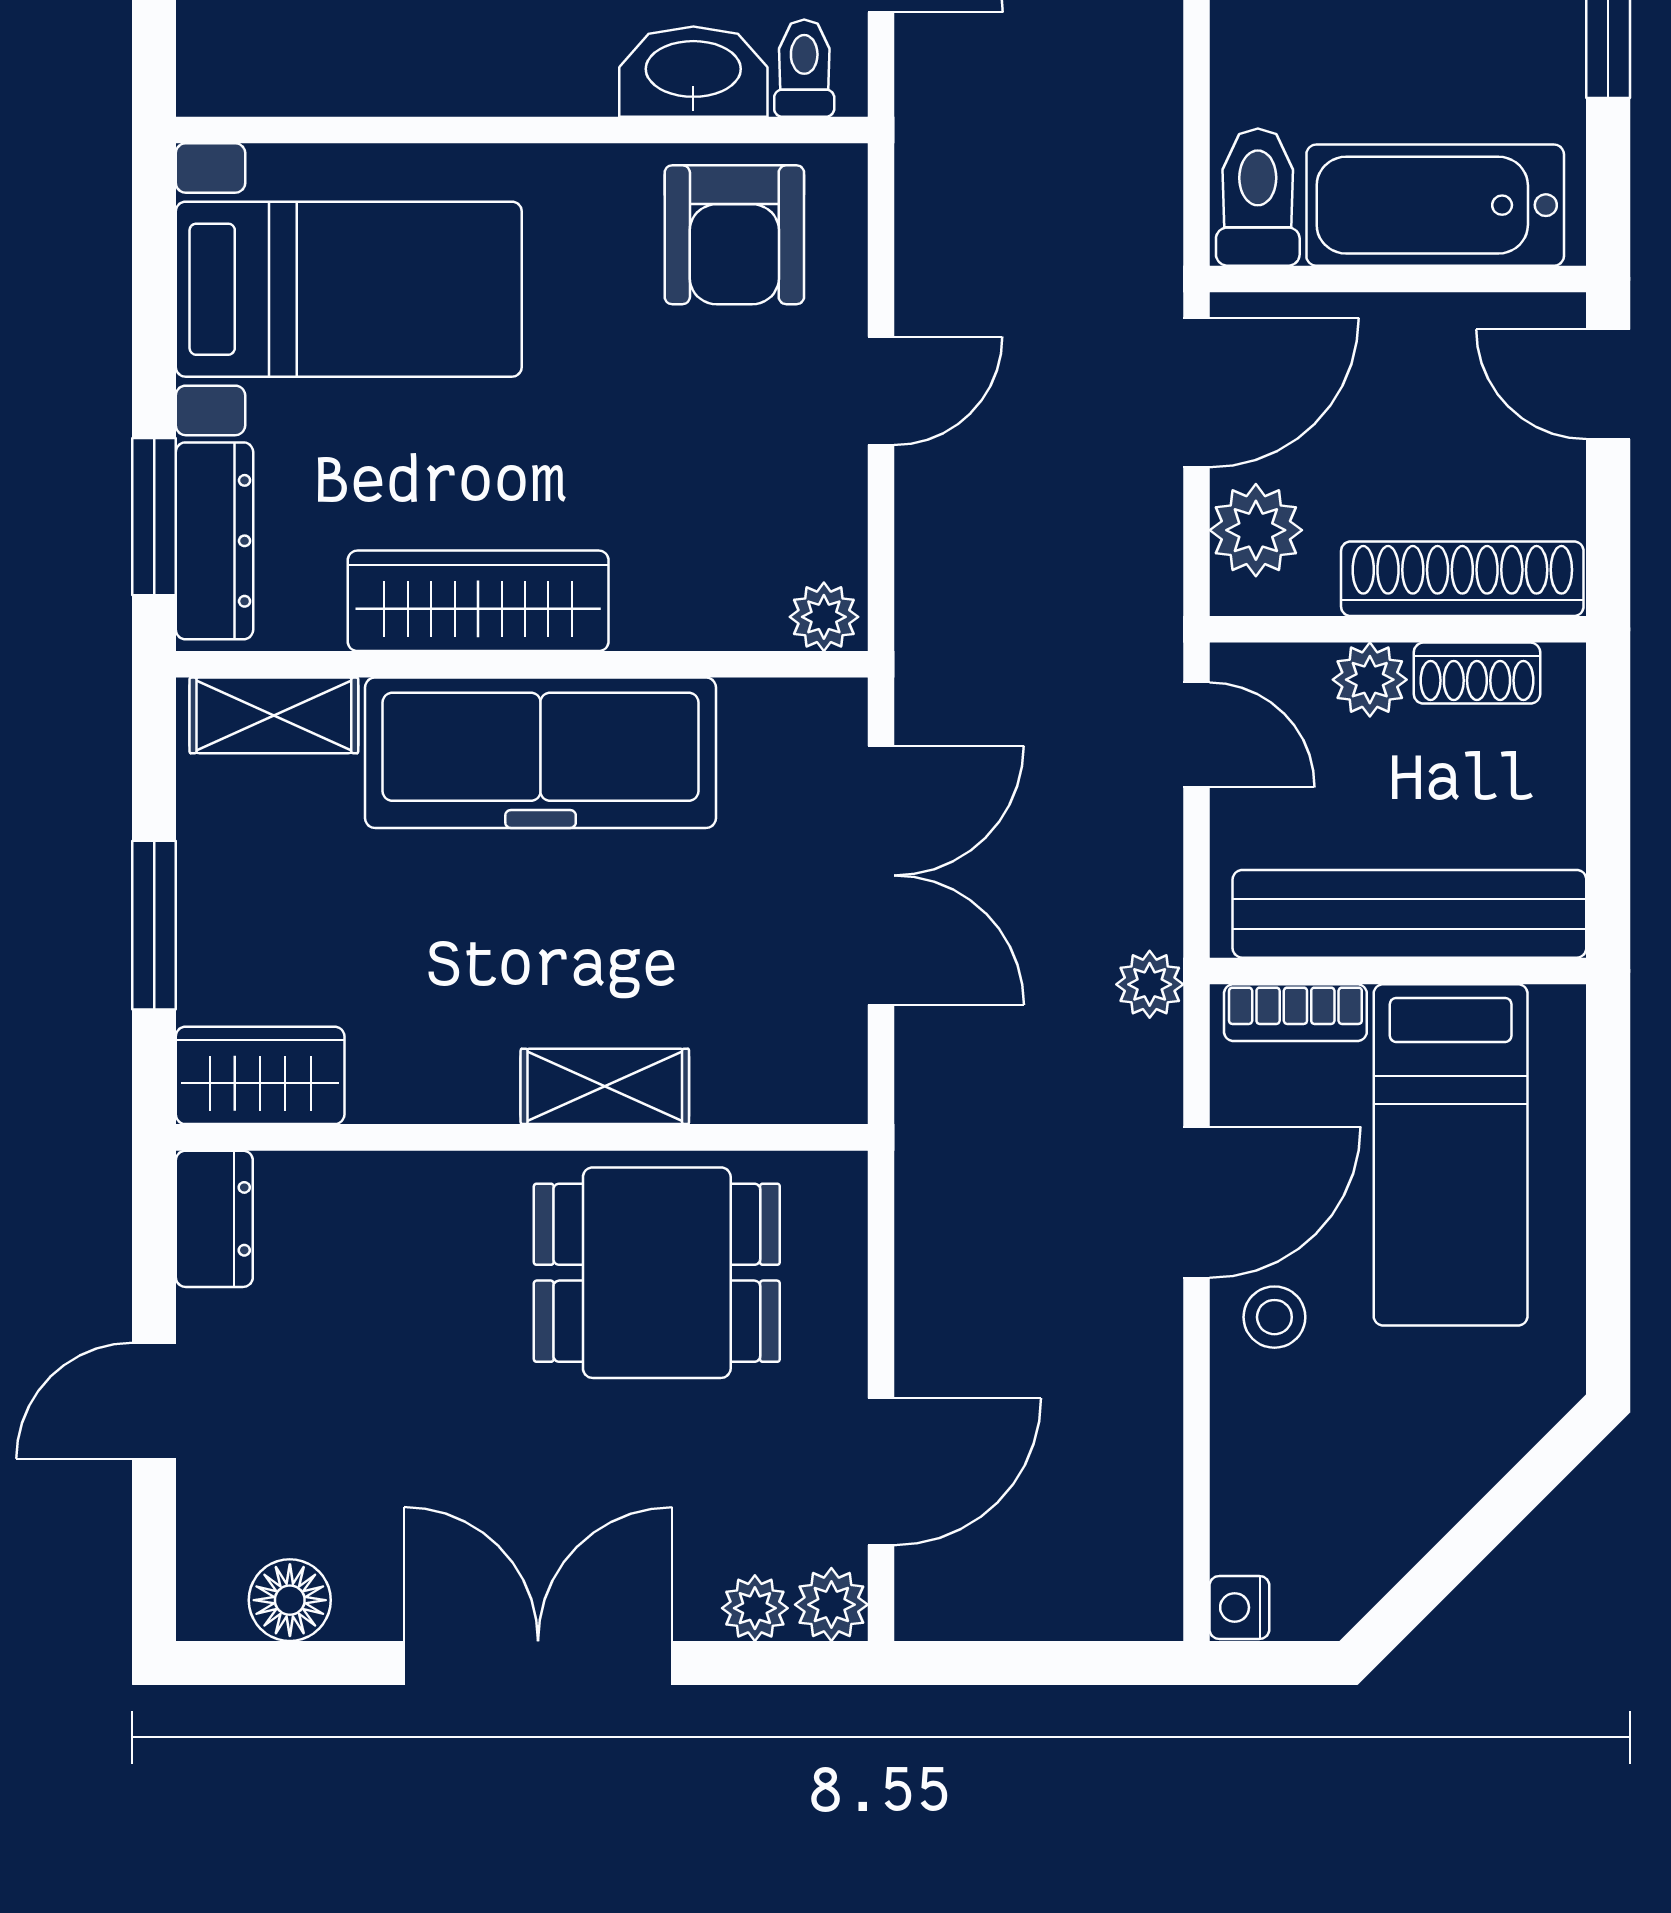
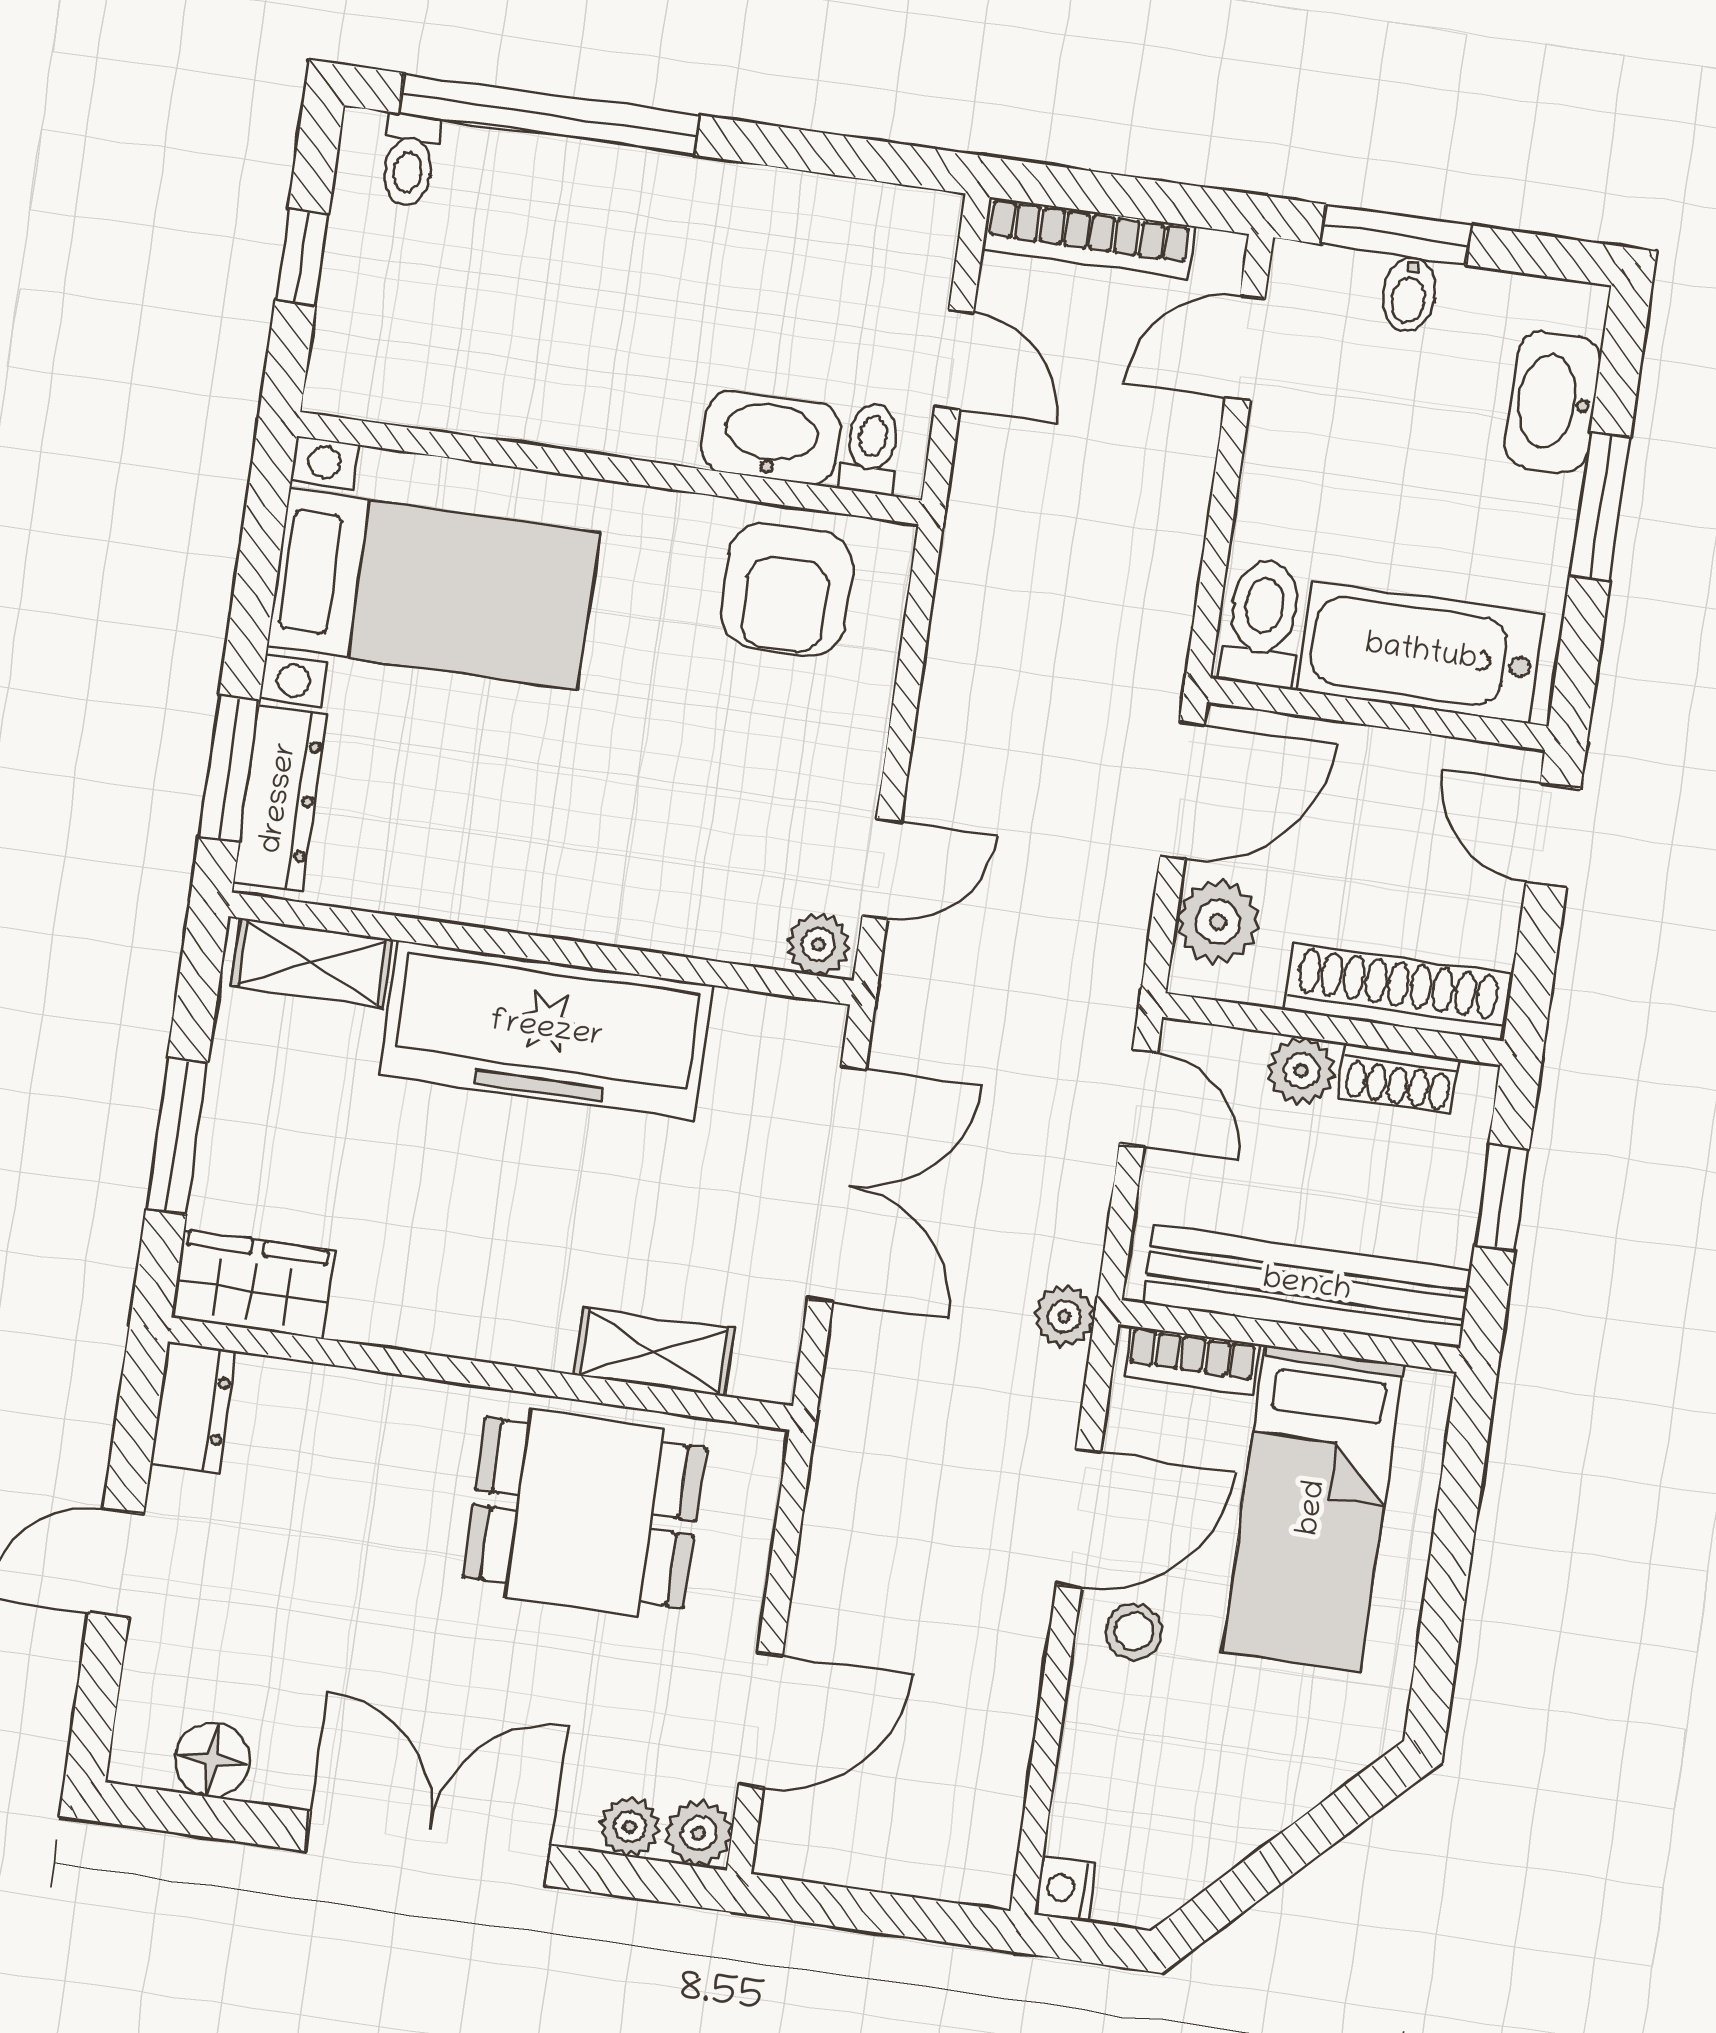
door: (881, 391) -> (882, 869), moved
wardrobe: (478, 601) -> (510, 886), removed
window: (1608, 787) -> (1502, 1198), added
shelving: (605, 1086) -> (654, 1352), moved

